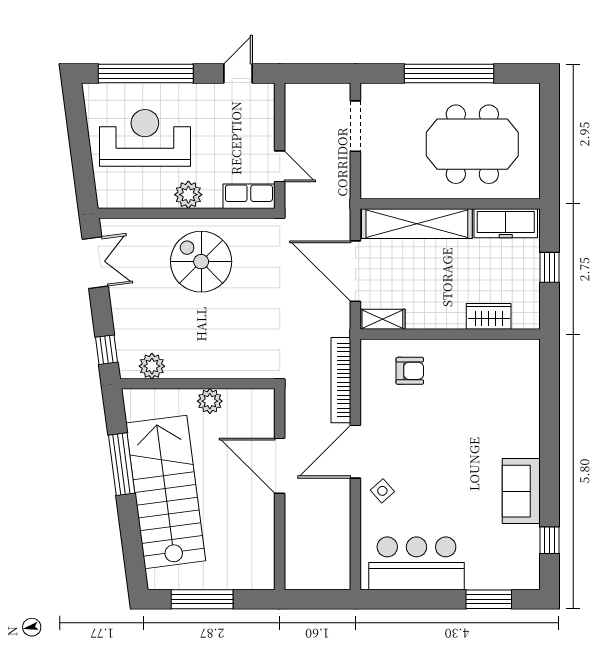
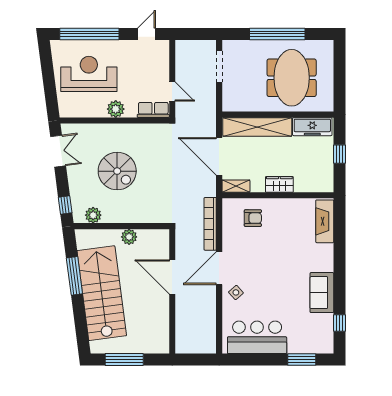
meeting table: (472, 144) -> (292, 78), turned 90
spiral stairs: (201, 262) -> (117, 171), moved, turned 180
wardrobe: (489, 316) -> (279, 184), moved
fireplace: (526, 376) -> (325, 221), added

